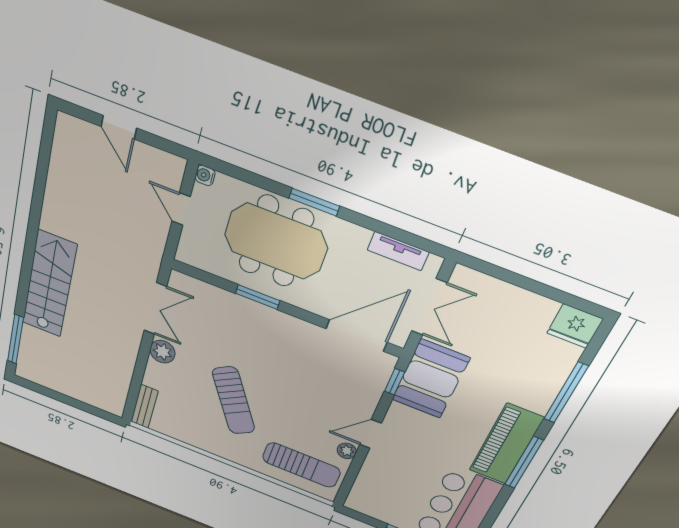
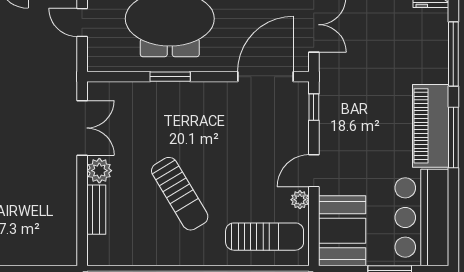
booth: (430, 379) -> (342, 231), moved
bench: (144, 406) -> (96, 210), moved

